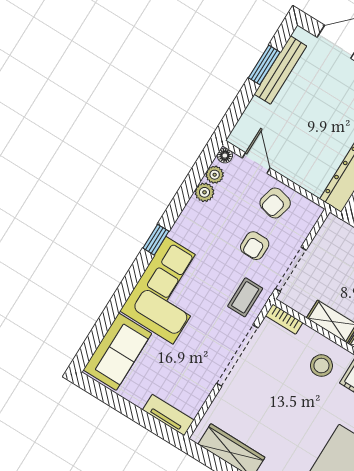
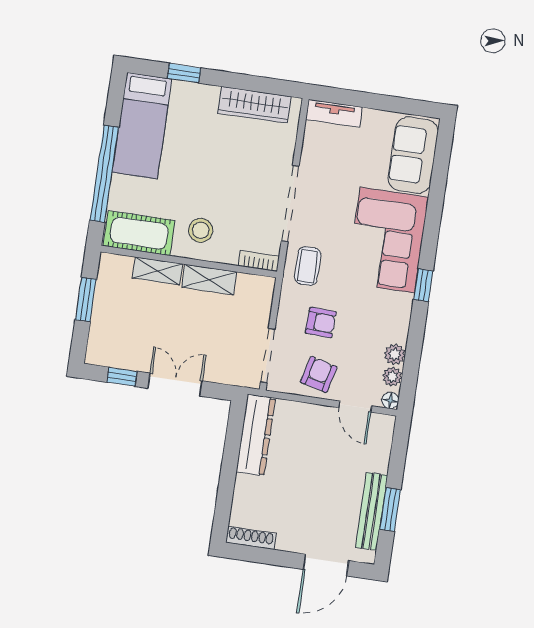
armchair: (255, 246) -> (321, 322), turned 92
doorway: (291, 269) -> (268, 356), moved

